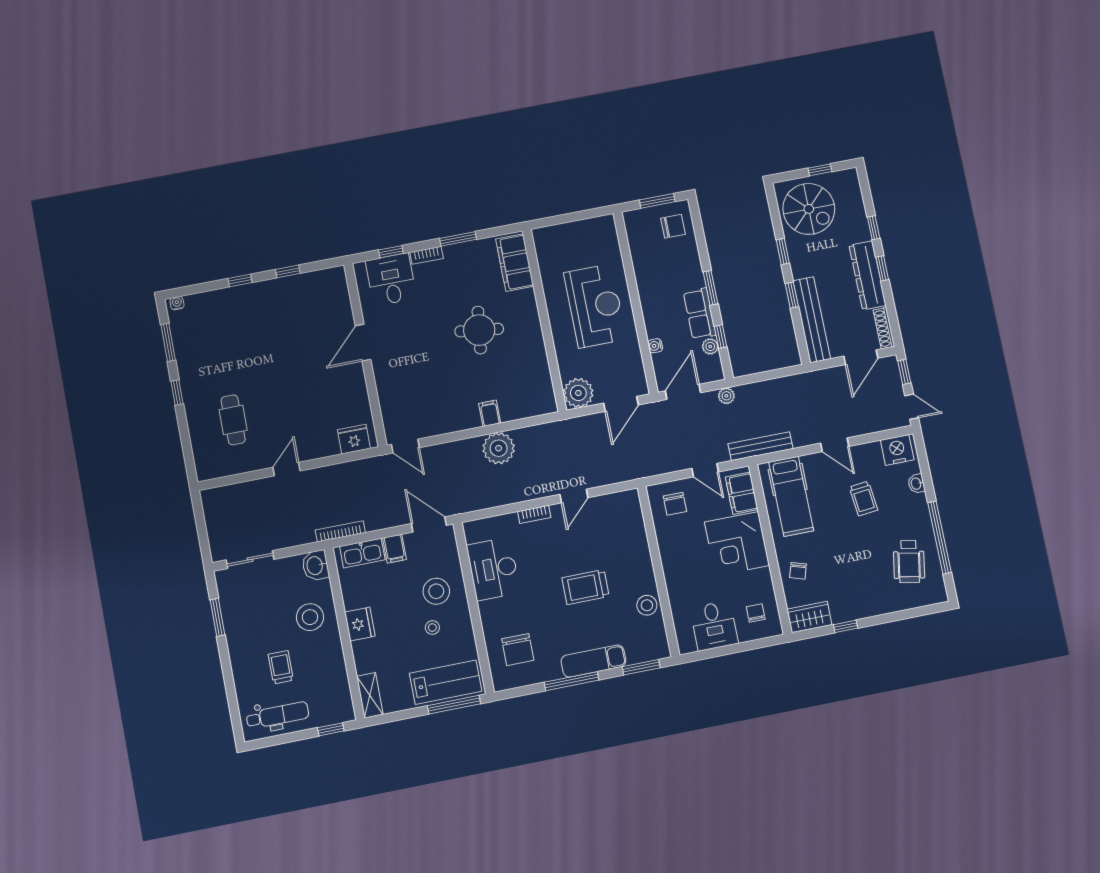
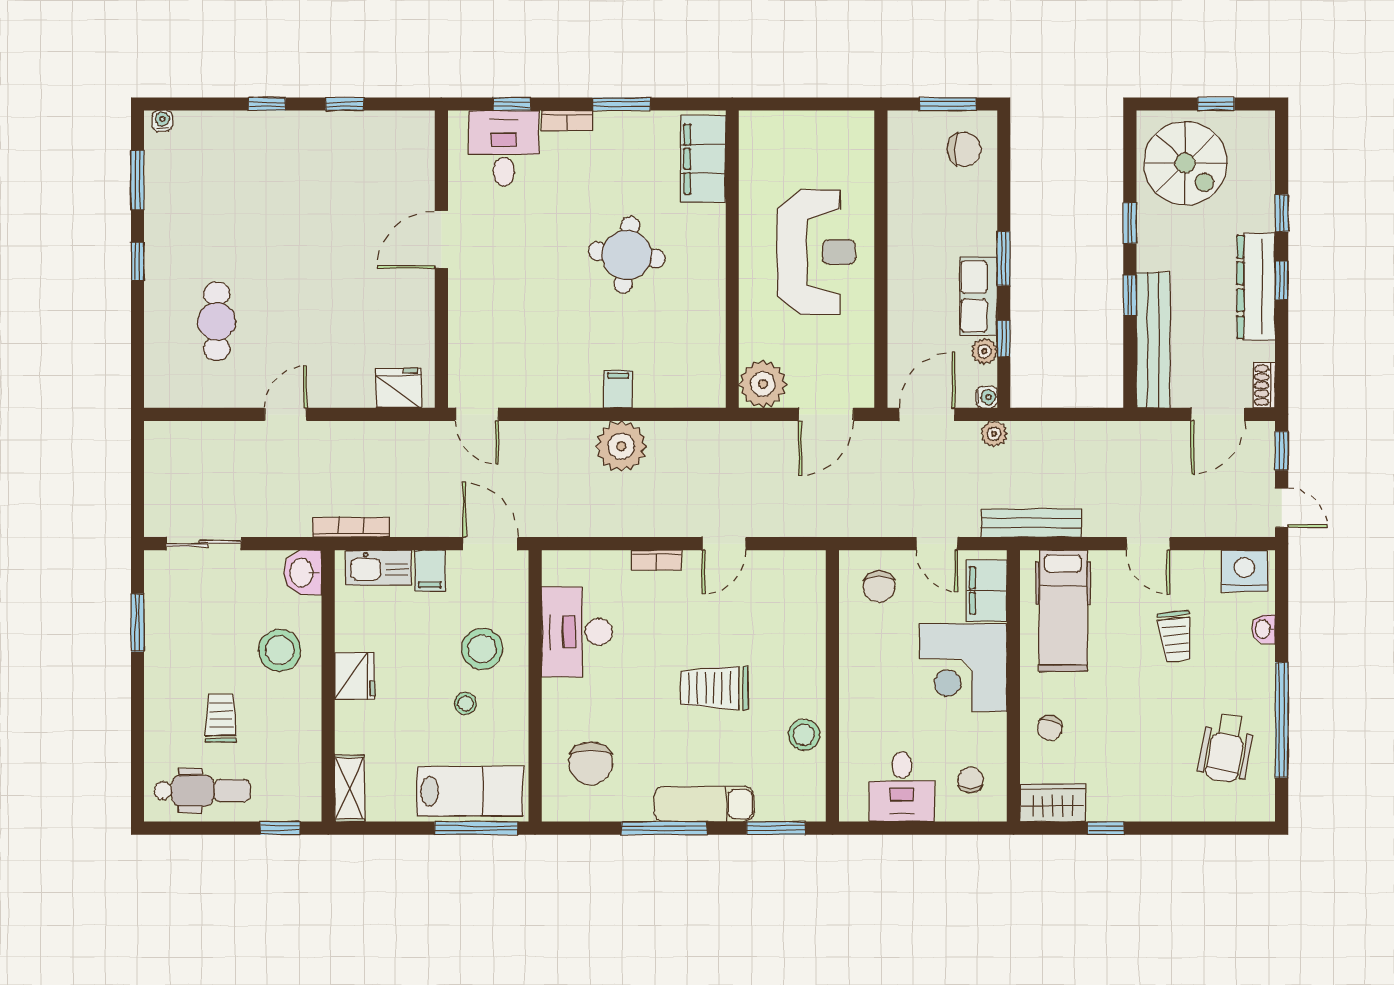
shoe rack: (884, 328) -> (1264, 385), width x0.70
water cooler: (655, 346) -> (987, 397), moved, turned 180

